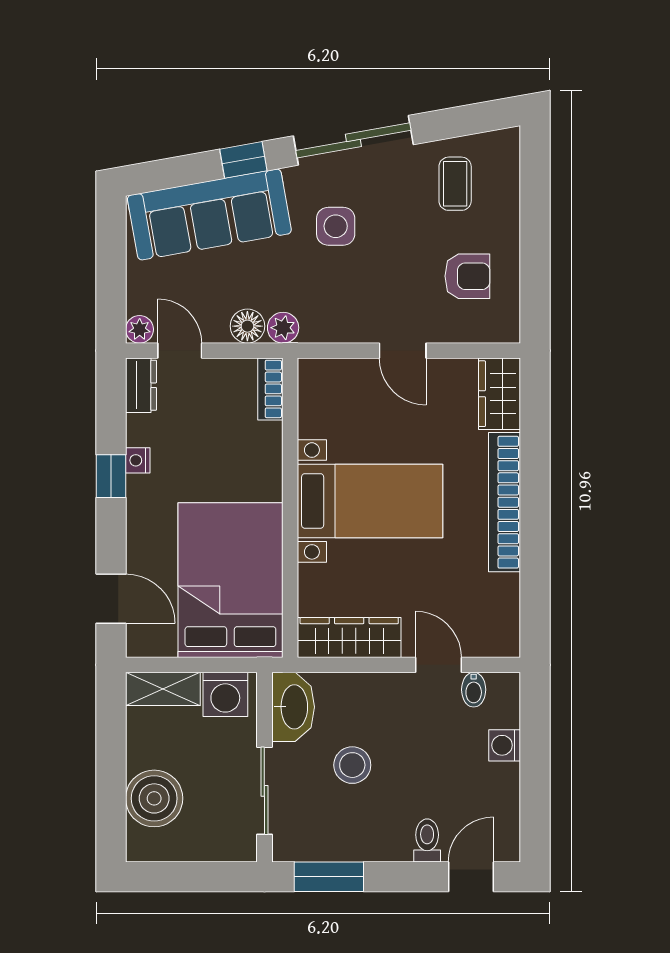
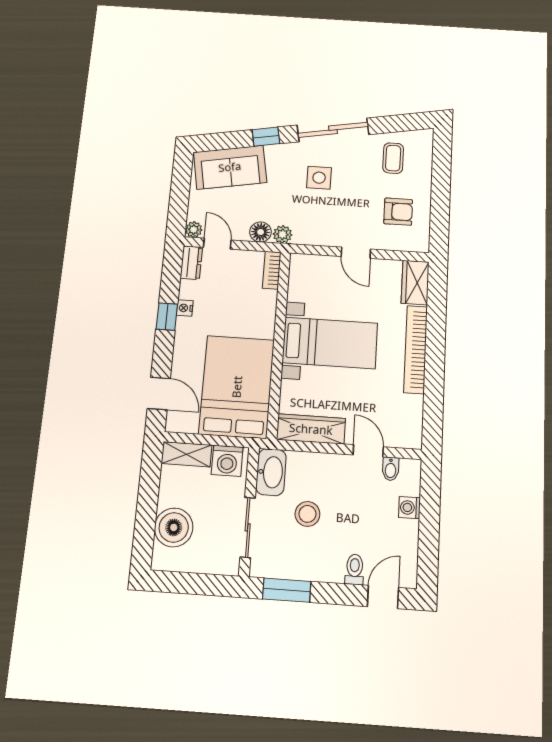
sofa: (209, 214) -> (230, 167), width x0.73

